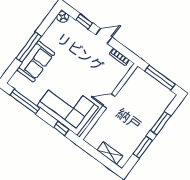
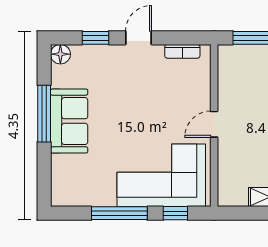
window: (29, 47) -> (44, 114), moved
sofa: (36, 61) -> (69, 121), moved
window: (25, 101) -> (119, 213), moved

